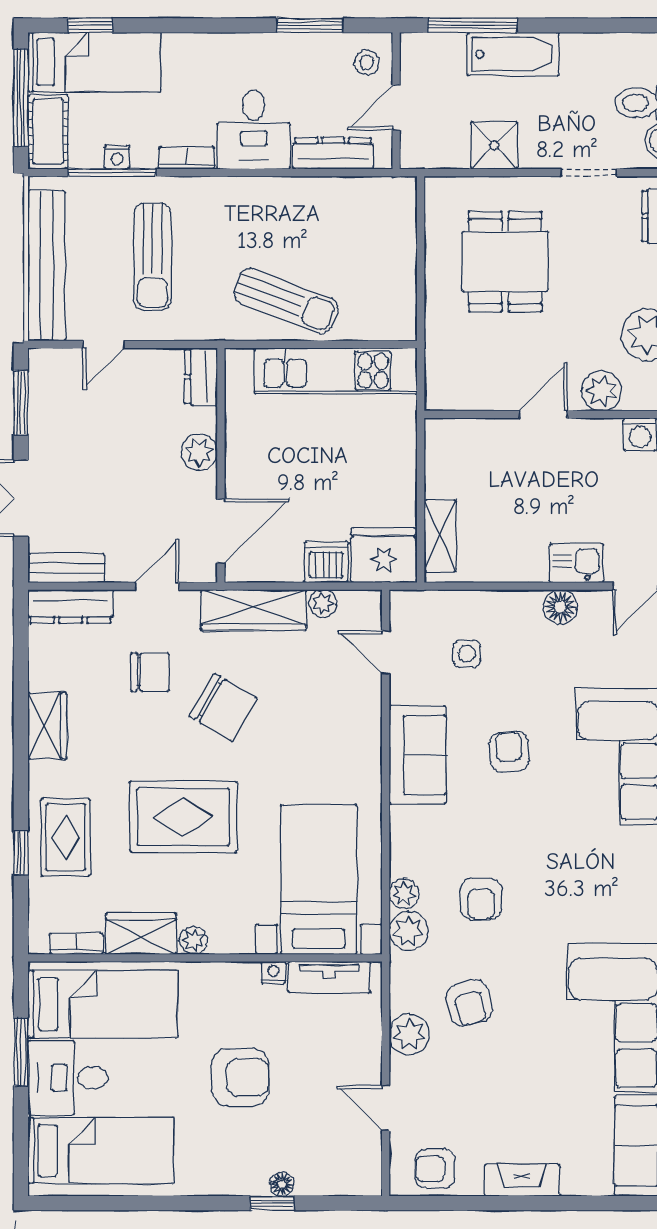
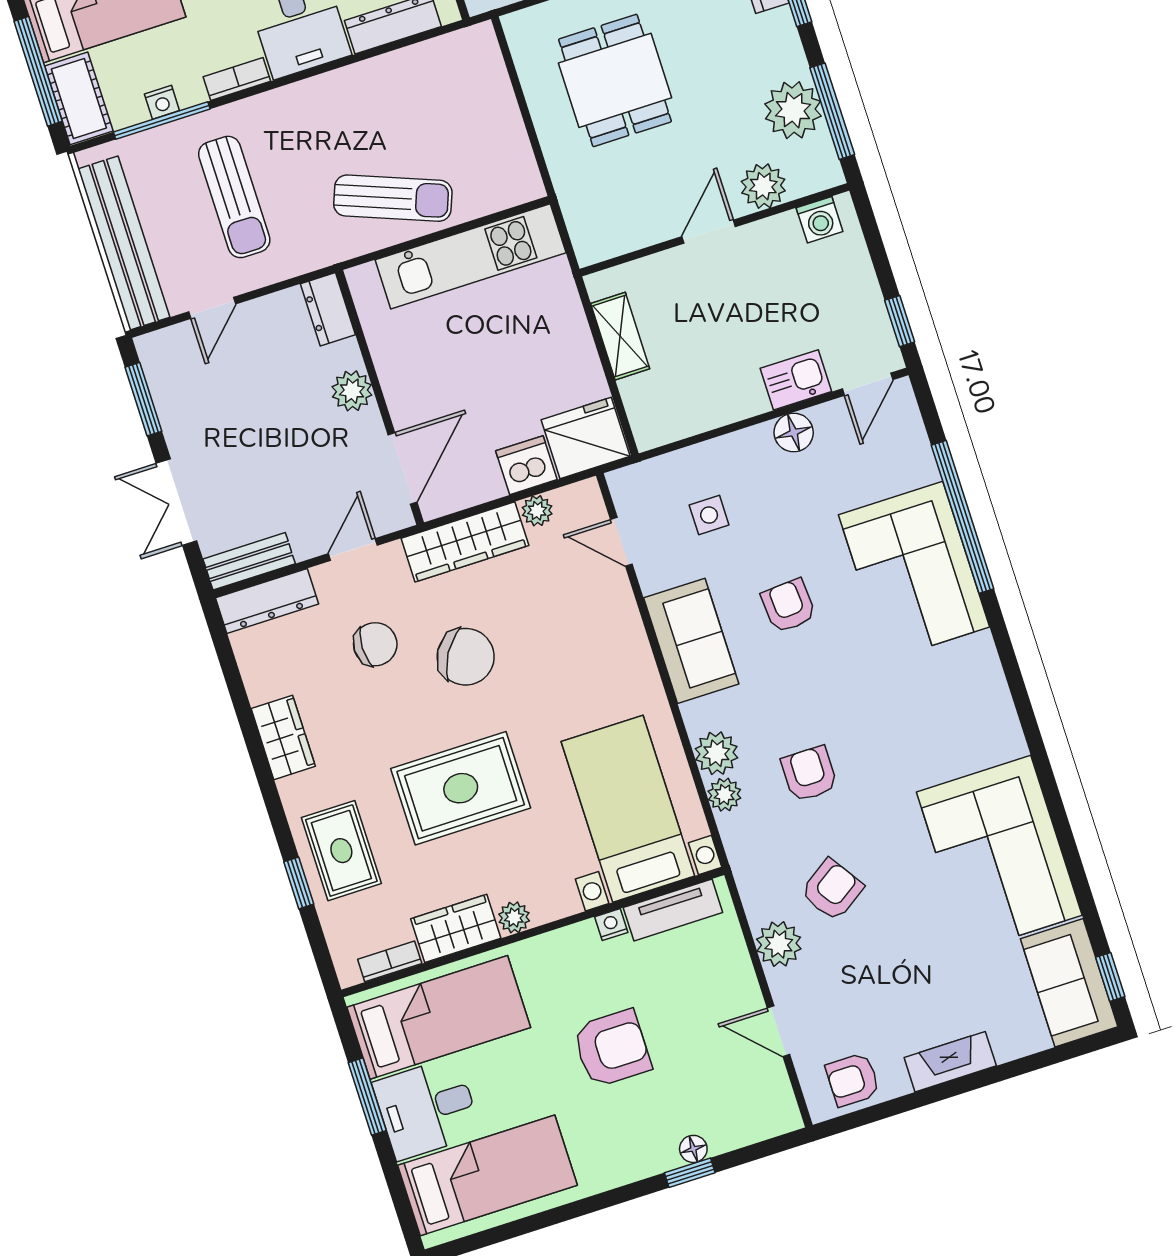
shelving: (440, 536) -> (620, 336), moved
armchair: (481, 899) -> (809, 774), turned 180
plant: (408, 931) -> (716, 753), moved
armchair: (469, 1003) -> (832, 890), turned -108

